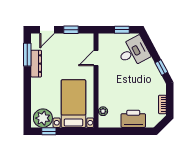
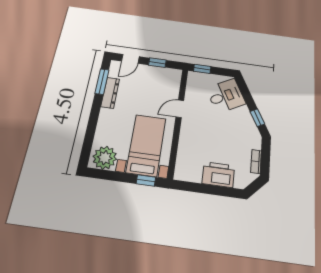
window: (122, 30) -> (202, 69), moved
door: (96, 58) -> (180, 109), moved
plant: (103, 111) -> (182, 160), removed
window: (49, 131) -> (146, 180), moved

